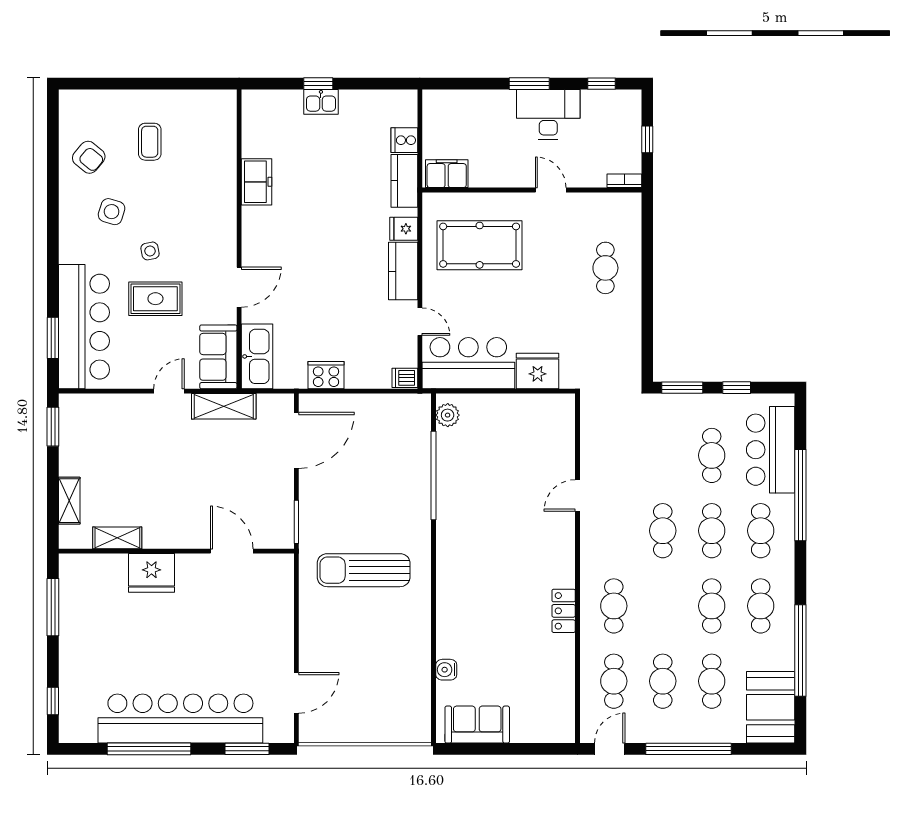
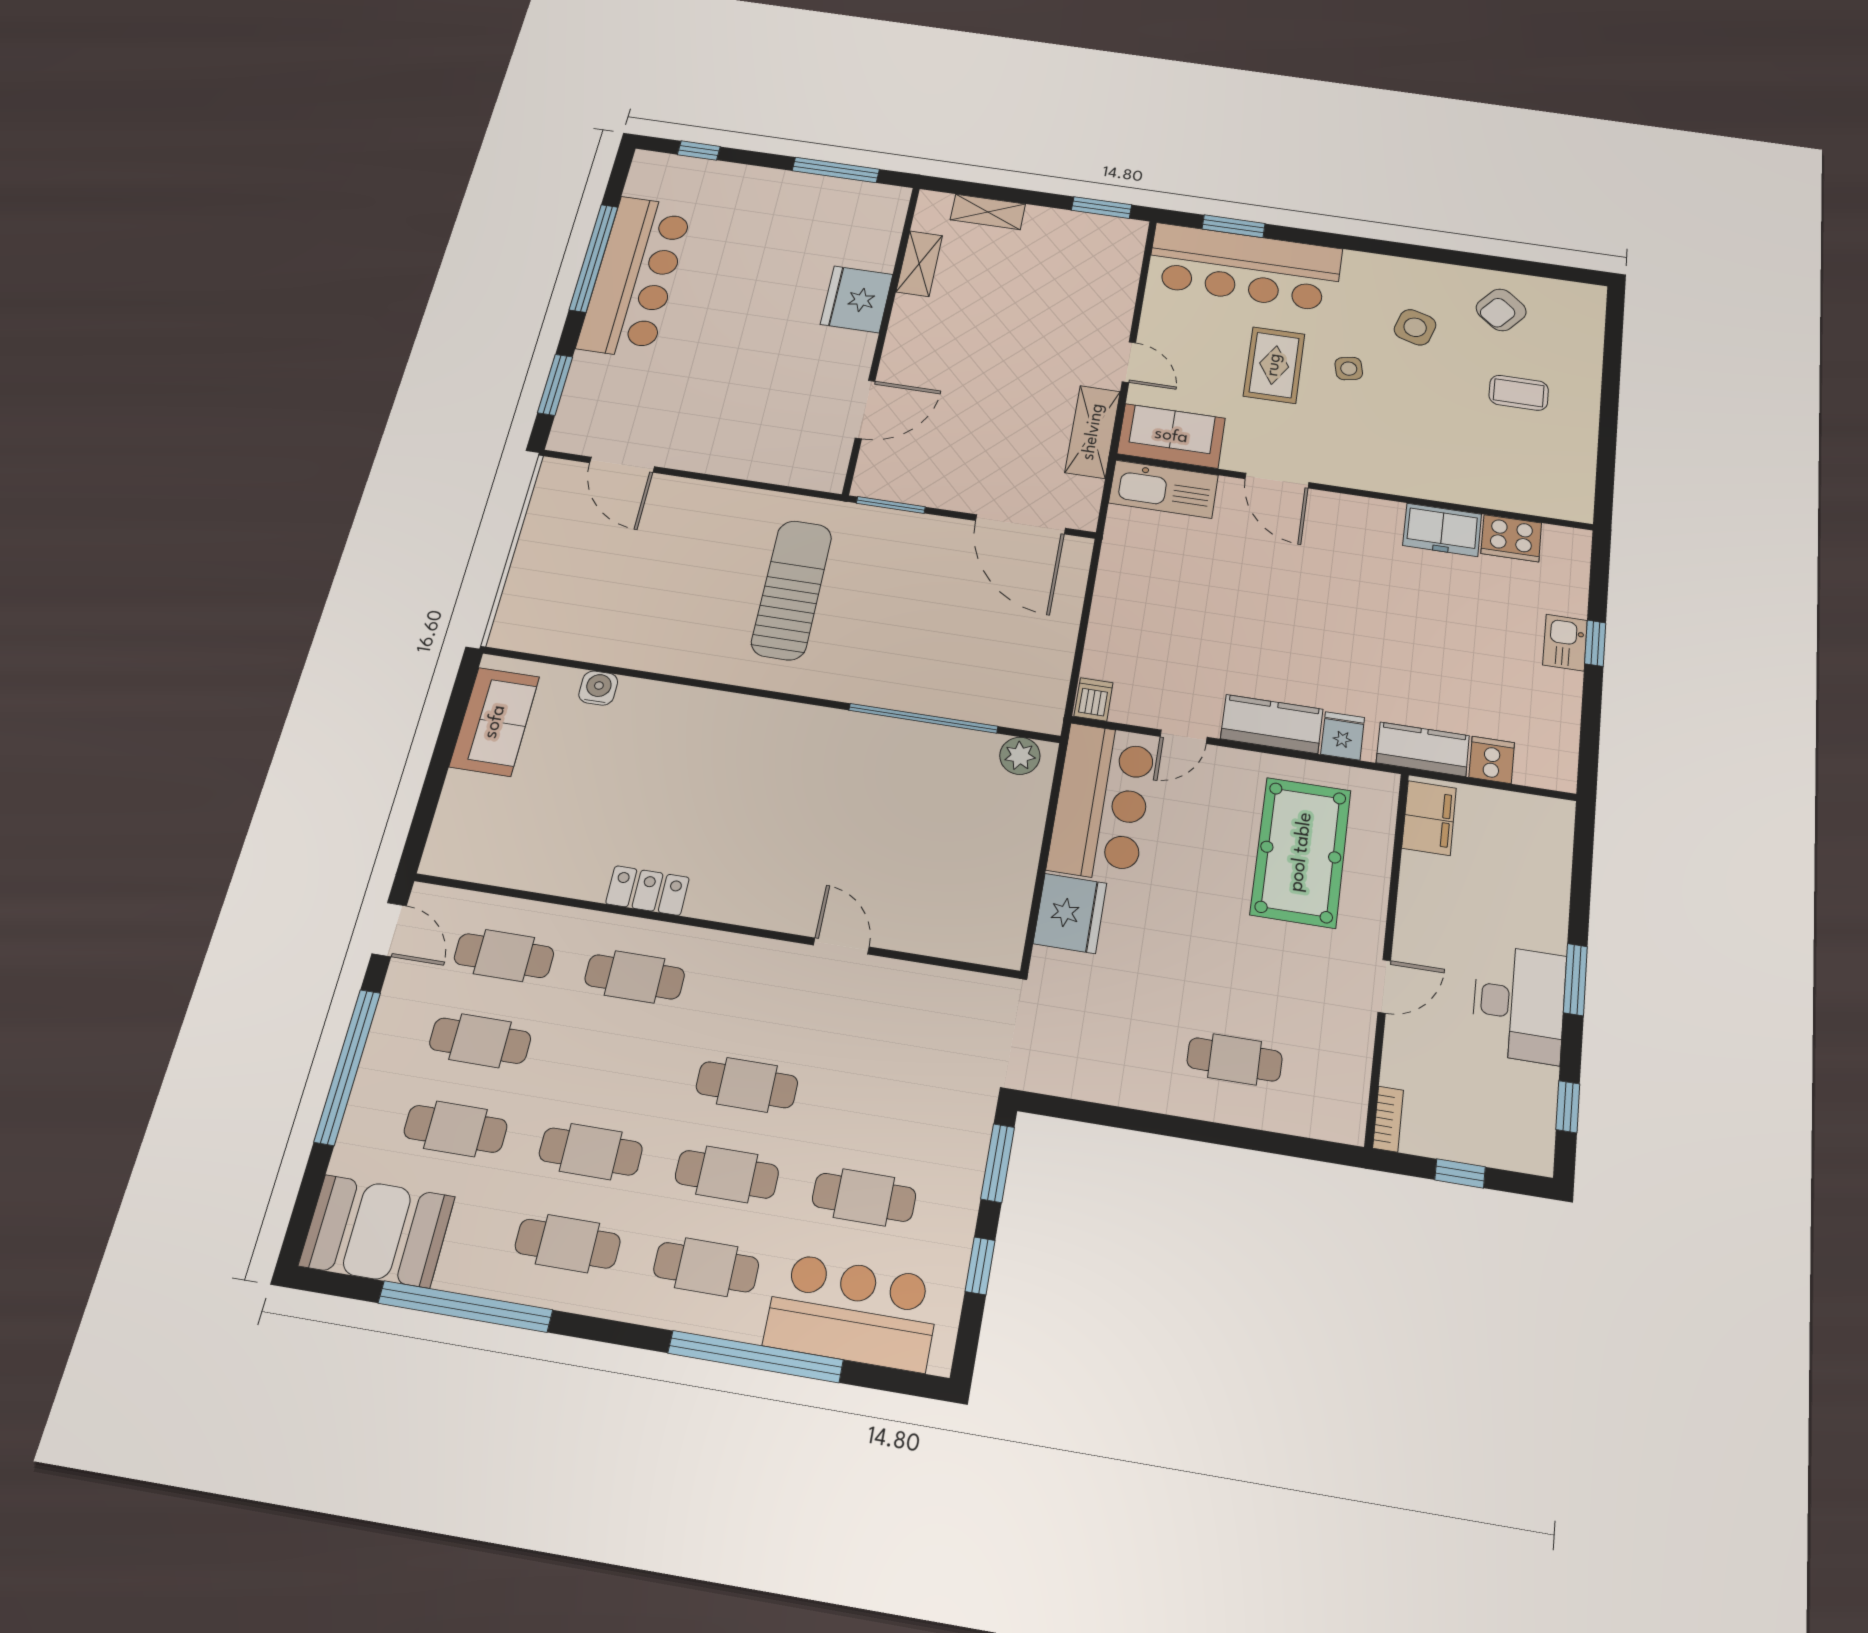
cooker: (326, 375) -> (1511, 538), moved, turned 90
bar counter: (180, 719) -> (635, 277), width x0.73

